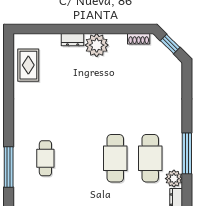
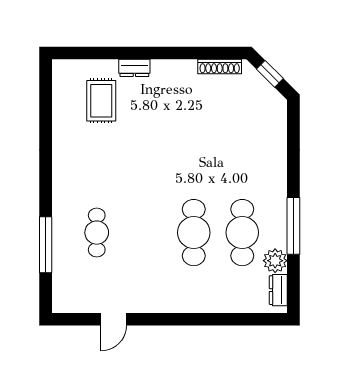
shoe rack: (139, 39) -> (220, 67), width x1.43
plant: (97, 45) -> (168, 75), removed
rug: (28, 65) -> (101, 101), moved

